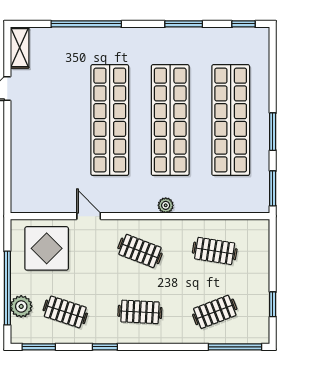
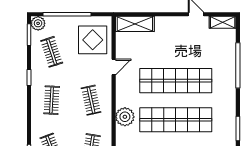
shelving: (22, 183) -> (135, 24), added
plant: (166, 205) -> (125, 117), width x1.87, depth x1.87
clothes rail: (140, 251) -> (91, 100), turned -33
plant: (21, 306) -> (38, 23), moved
clothes rail: (65, 312) -> (52, 52), turned -36

